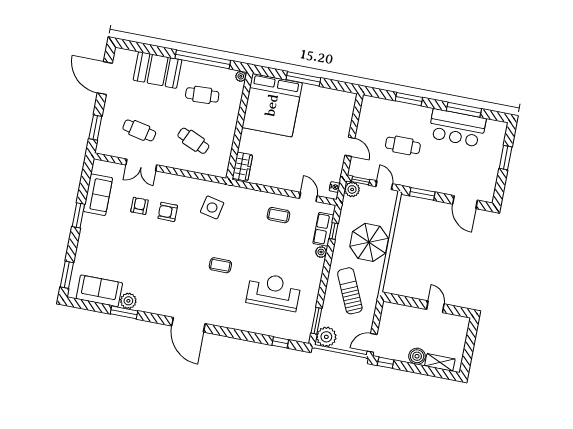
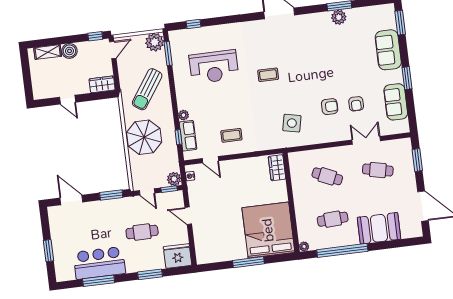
fridge: (374, 109) -> (178, 256), added
sofa: (99, 291) -> (388, 50), moved, turned 90
sun lounger: (350, 291) -> (147, 89), turned 58
wardrobe: (395, 311) -> (102, 84), added

